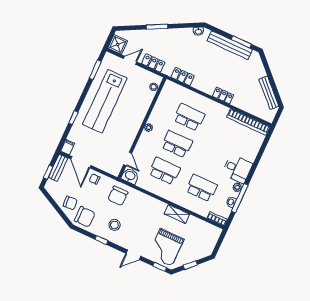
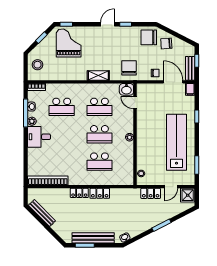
locker: (183, 76) -> (100, 193), moved
shelving: (177, 214) -> (98, 75), moved
stool: (114, 225) -> (37, 65), moved
door: (133, 255) -> (108, 24), moved

